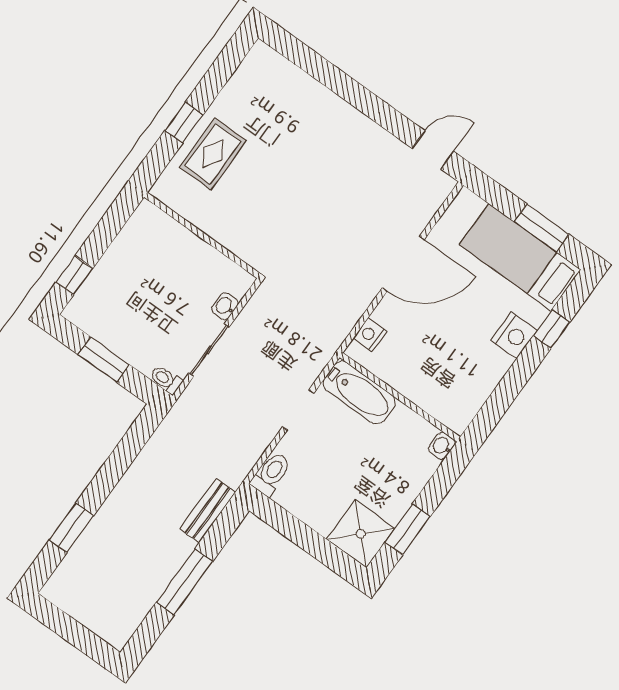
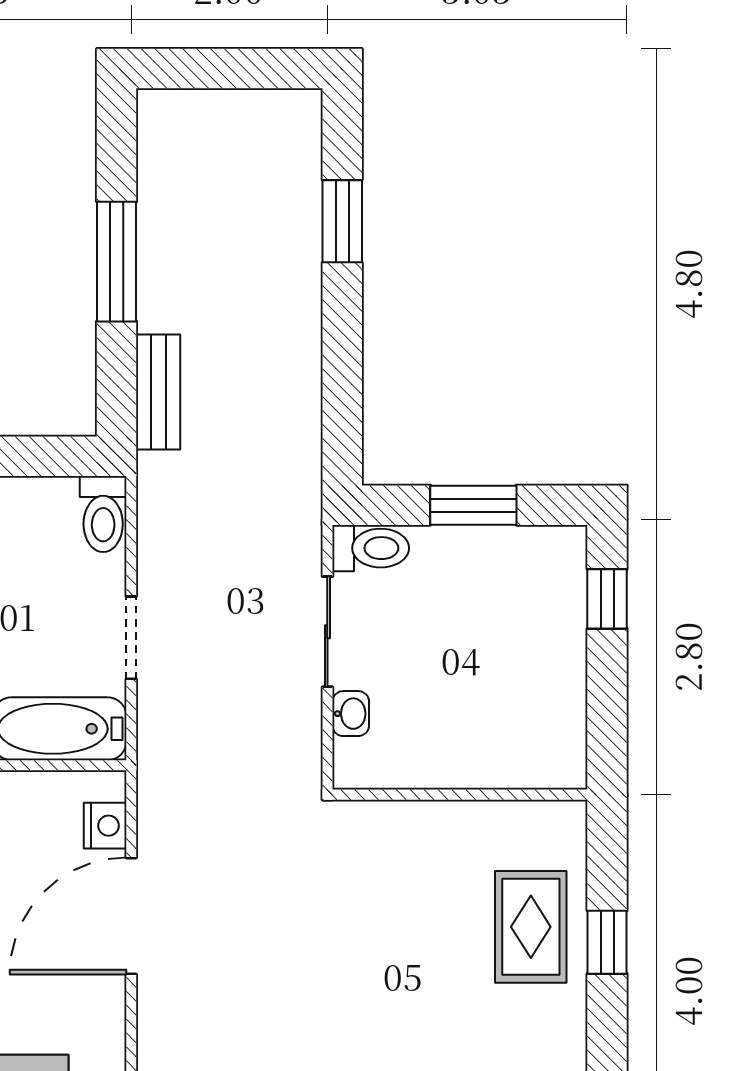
door: (403, 264) -> (131, 916), moved
toilet: (166, 380) -> (371, 548), width x1.37, depth x1.39

